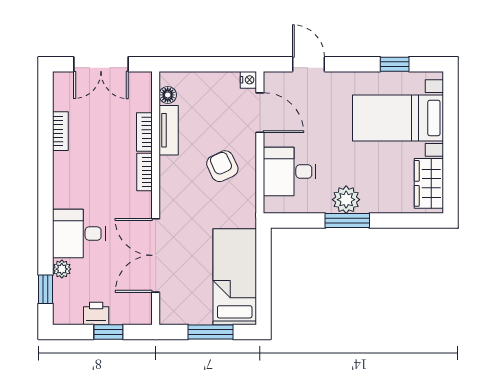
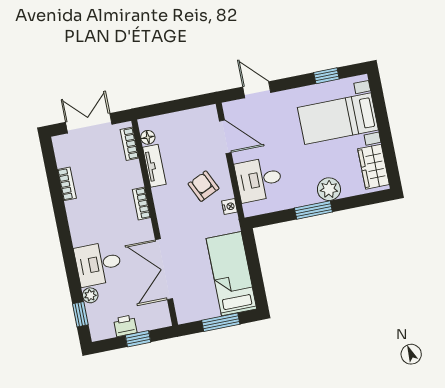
double door: (101, 64) -> (89, 123), swing flipped
nightstand: (248, 80) -> (229, 206), moved
bookcase: (144, 132) -> (129, 144), moved
plant: (346, 200) -> (329, 189), moved

